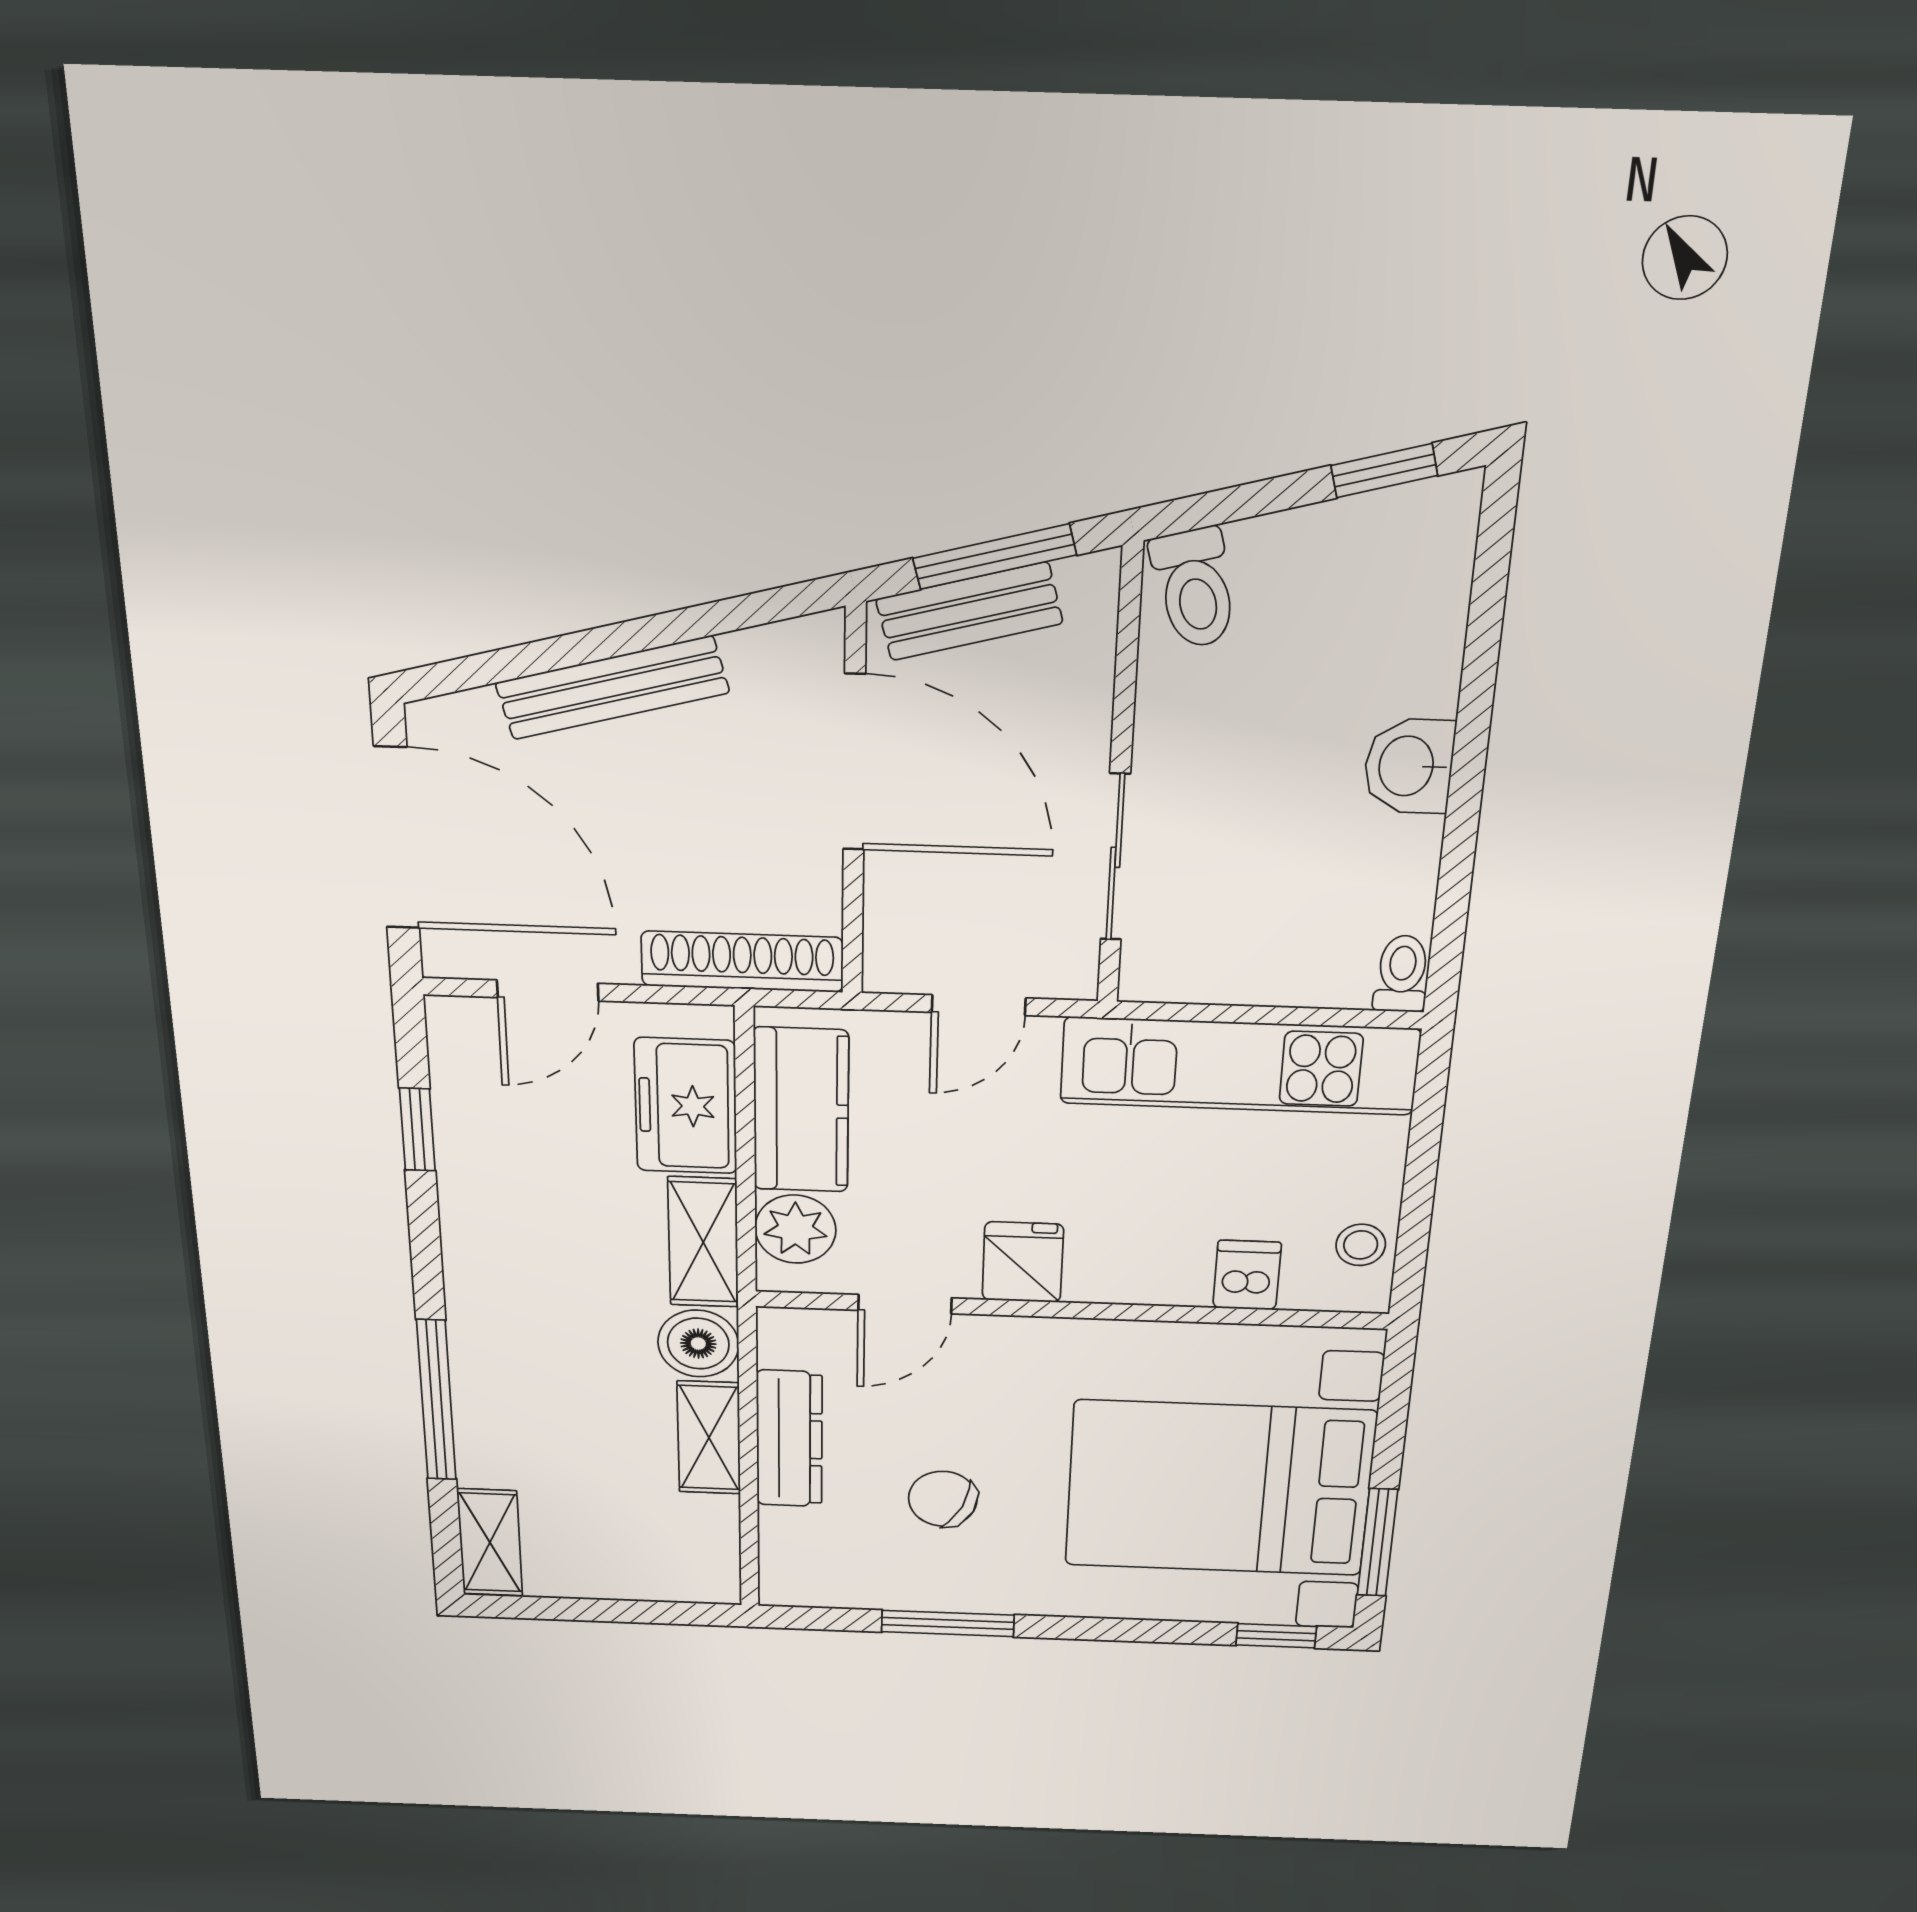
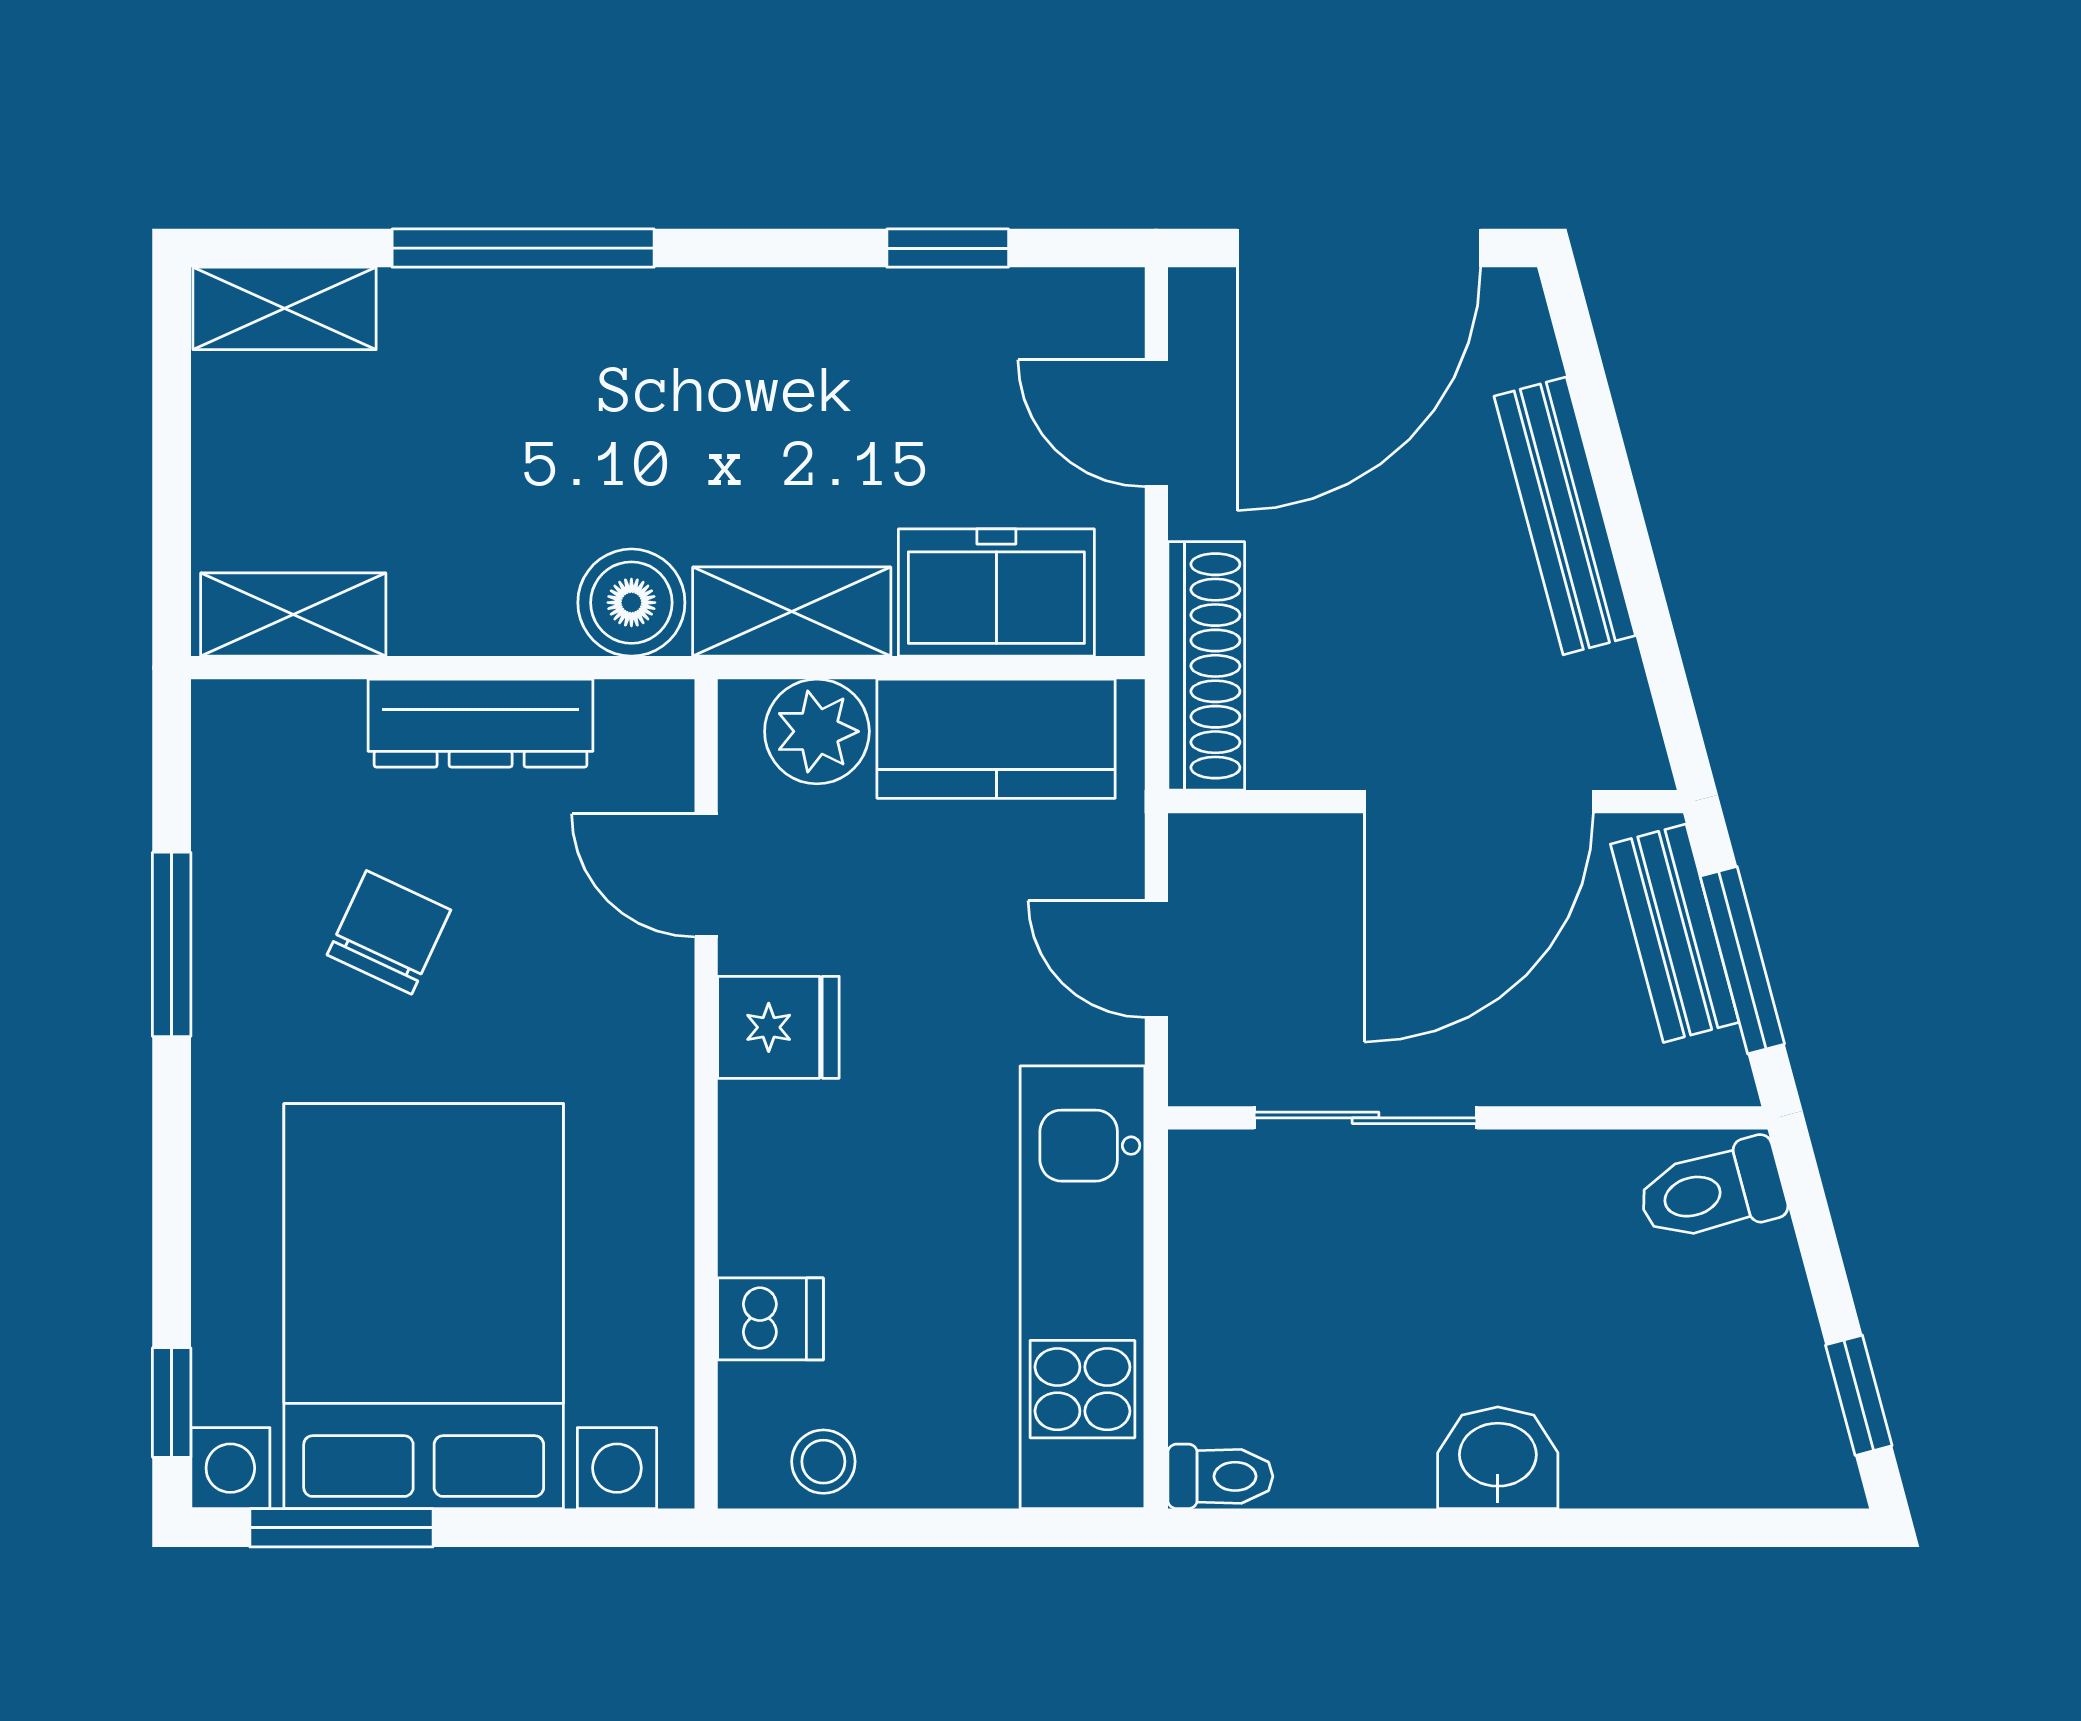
shelving: (709, 1438) -> (293, 614), moved

